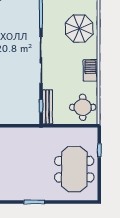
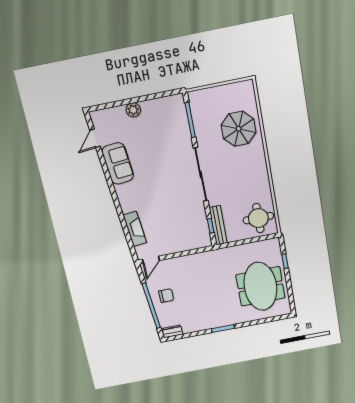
barbecue: (90, 70) -> (260, 175), removed

